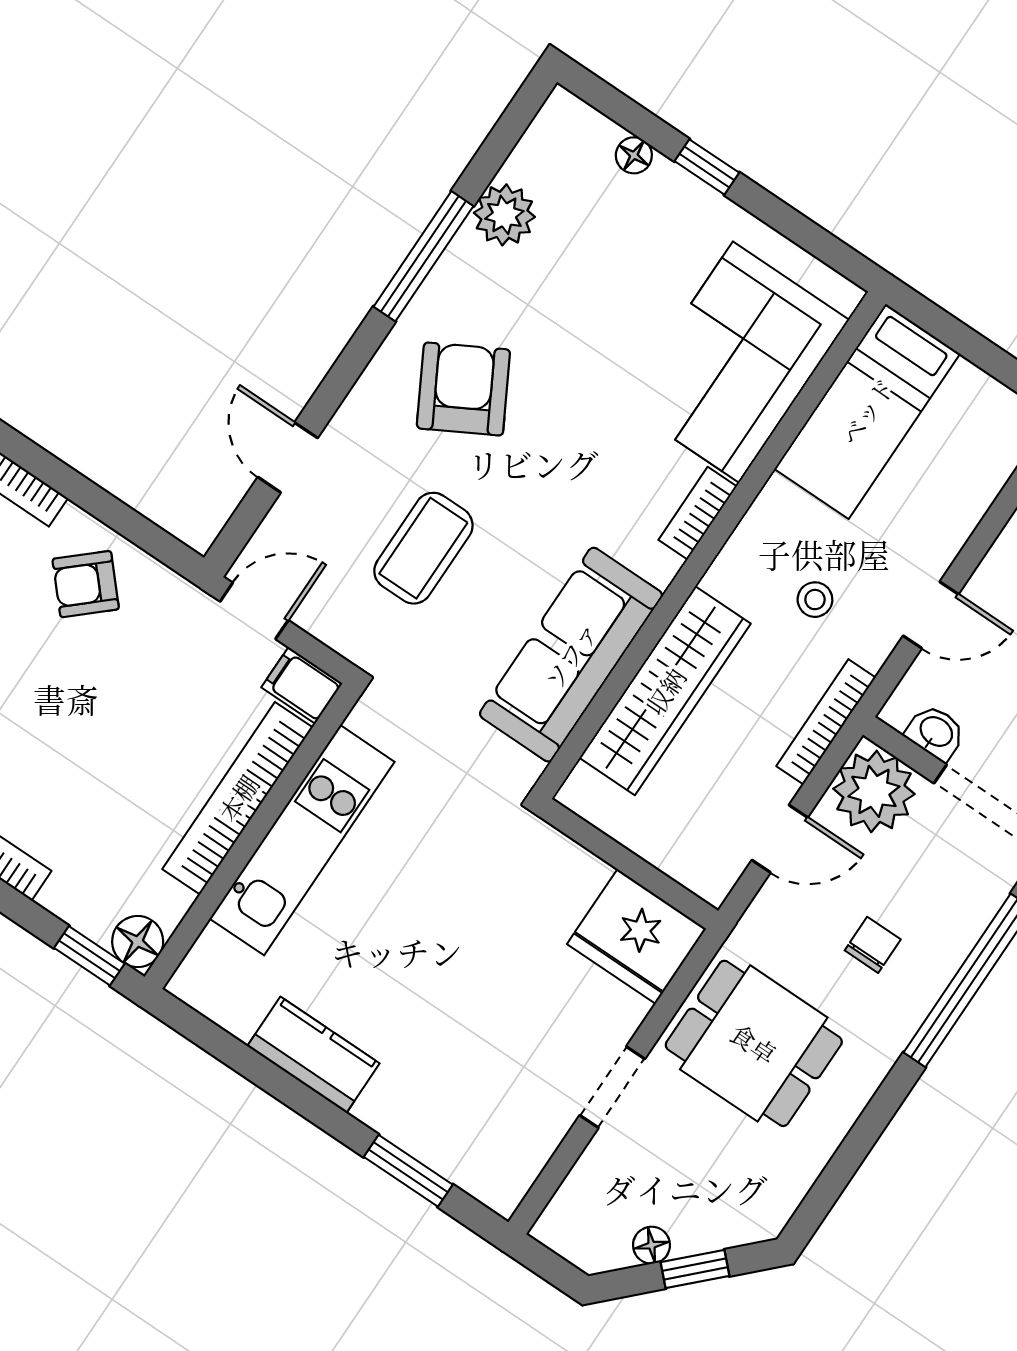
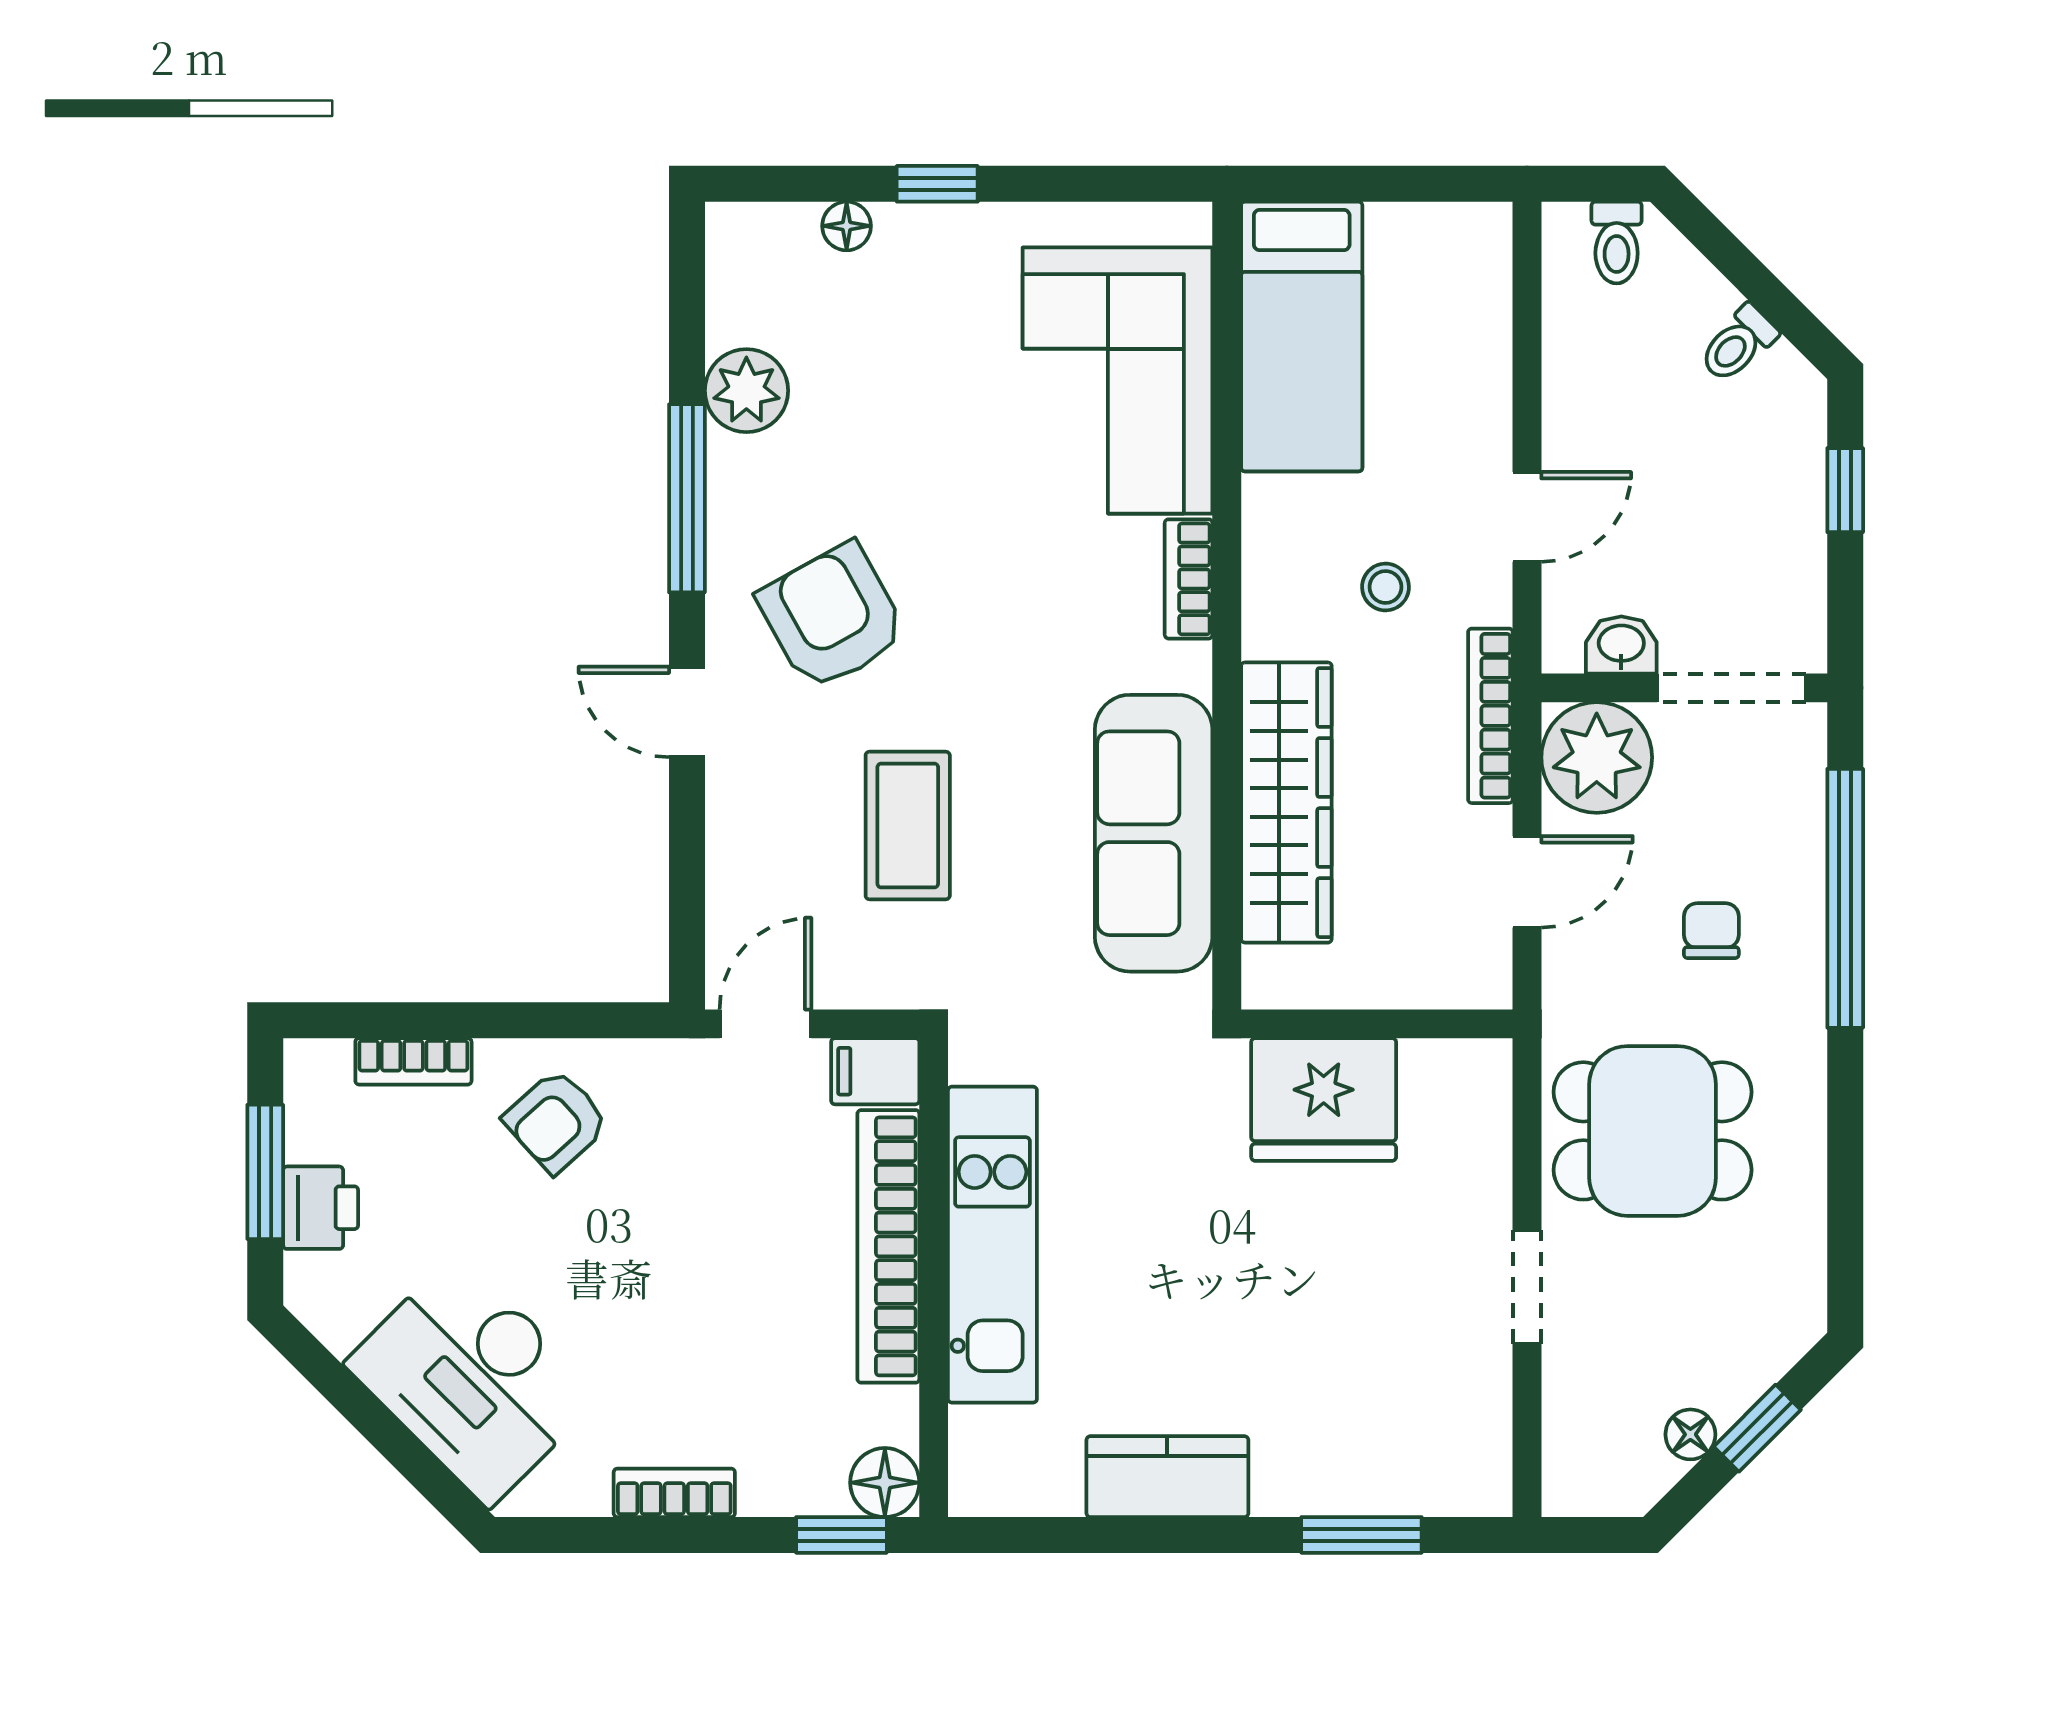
door: (288, 458) -> (687, 712), moved
fridge: (637, 936) -> (1324, 1099), moved

